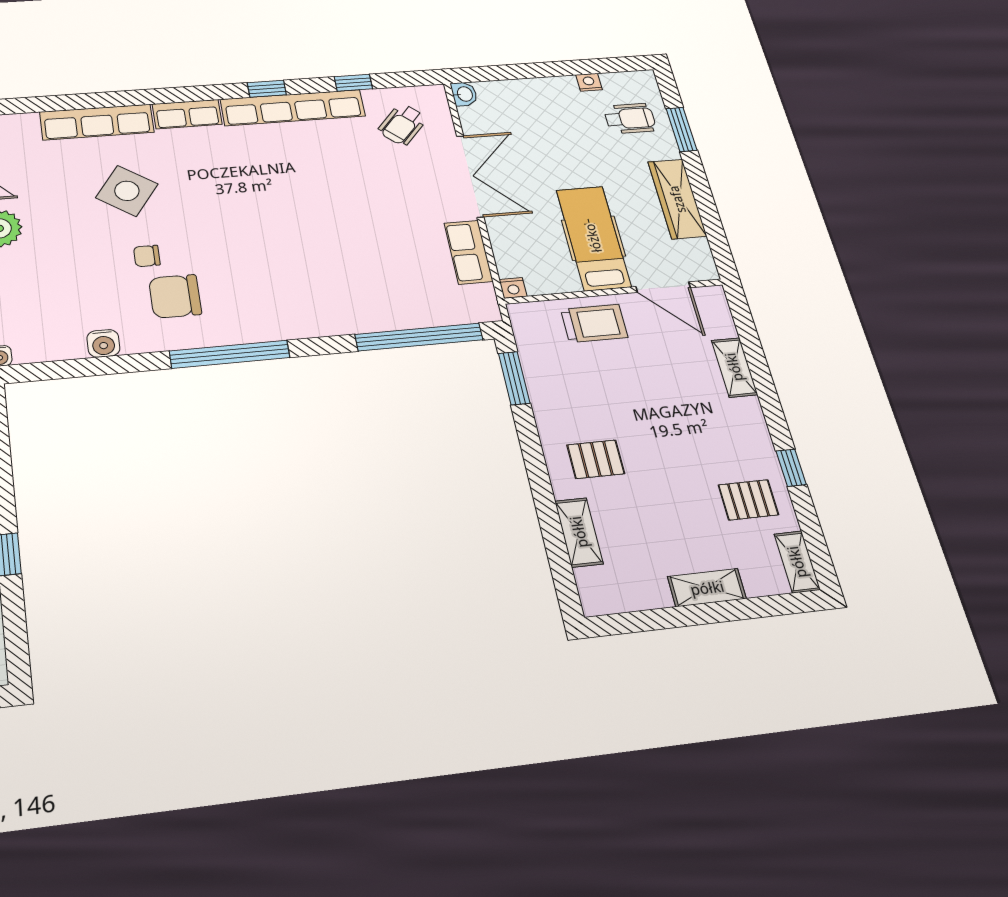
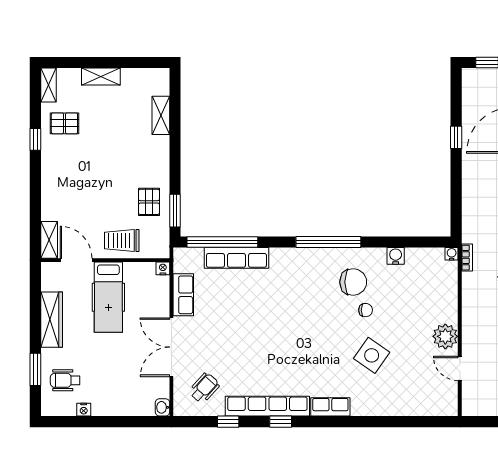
row of seats: (97, 122) -> (236, 258), moved, turned 180
shelving: (734, 367) -> (49, 240), moved
pallet: (596, 459) -> (149, 202), moved, turned 90

